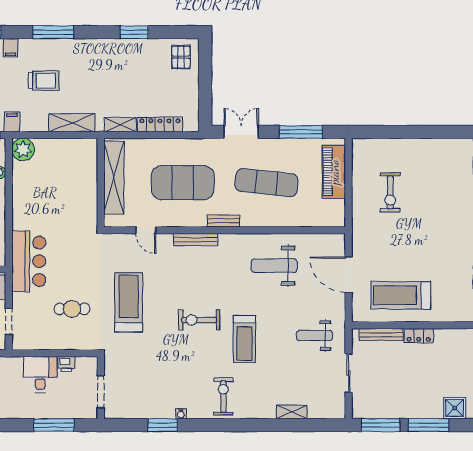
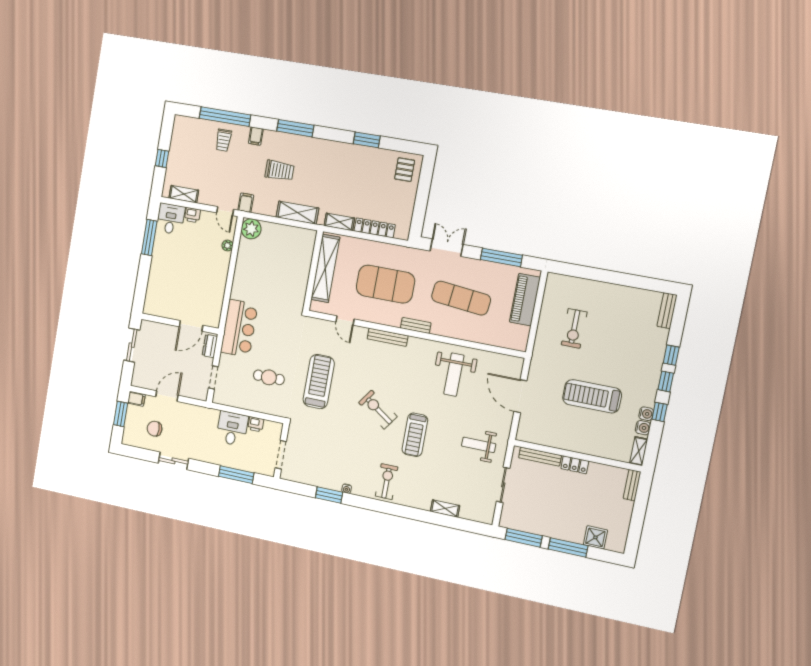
weight bench: (274, 266) -> (454, 375), turned -90
treadmill: (401, 295) -> (592, 396), moved
exercise bike: (199, 320) -> (378, 410), turned 35

